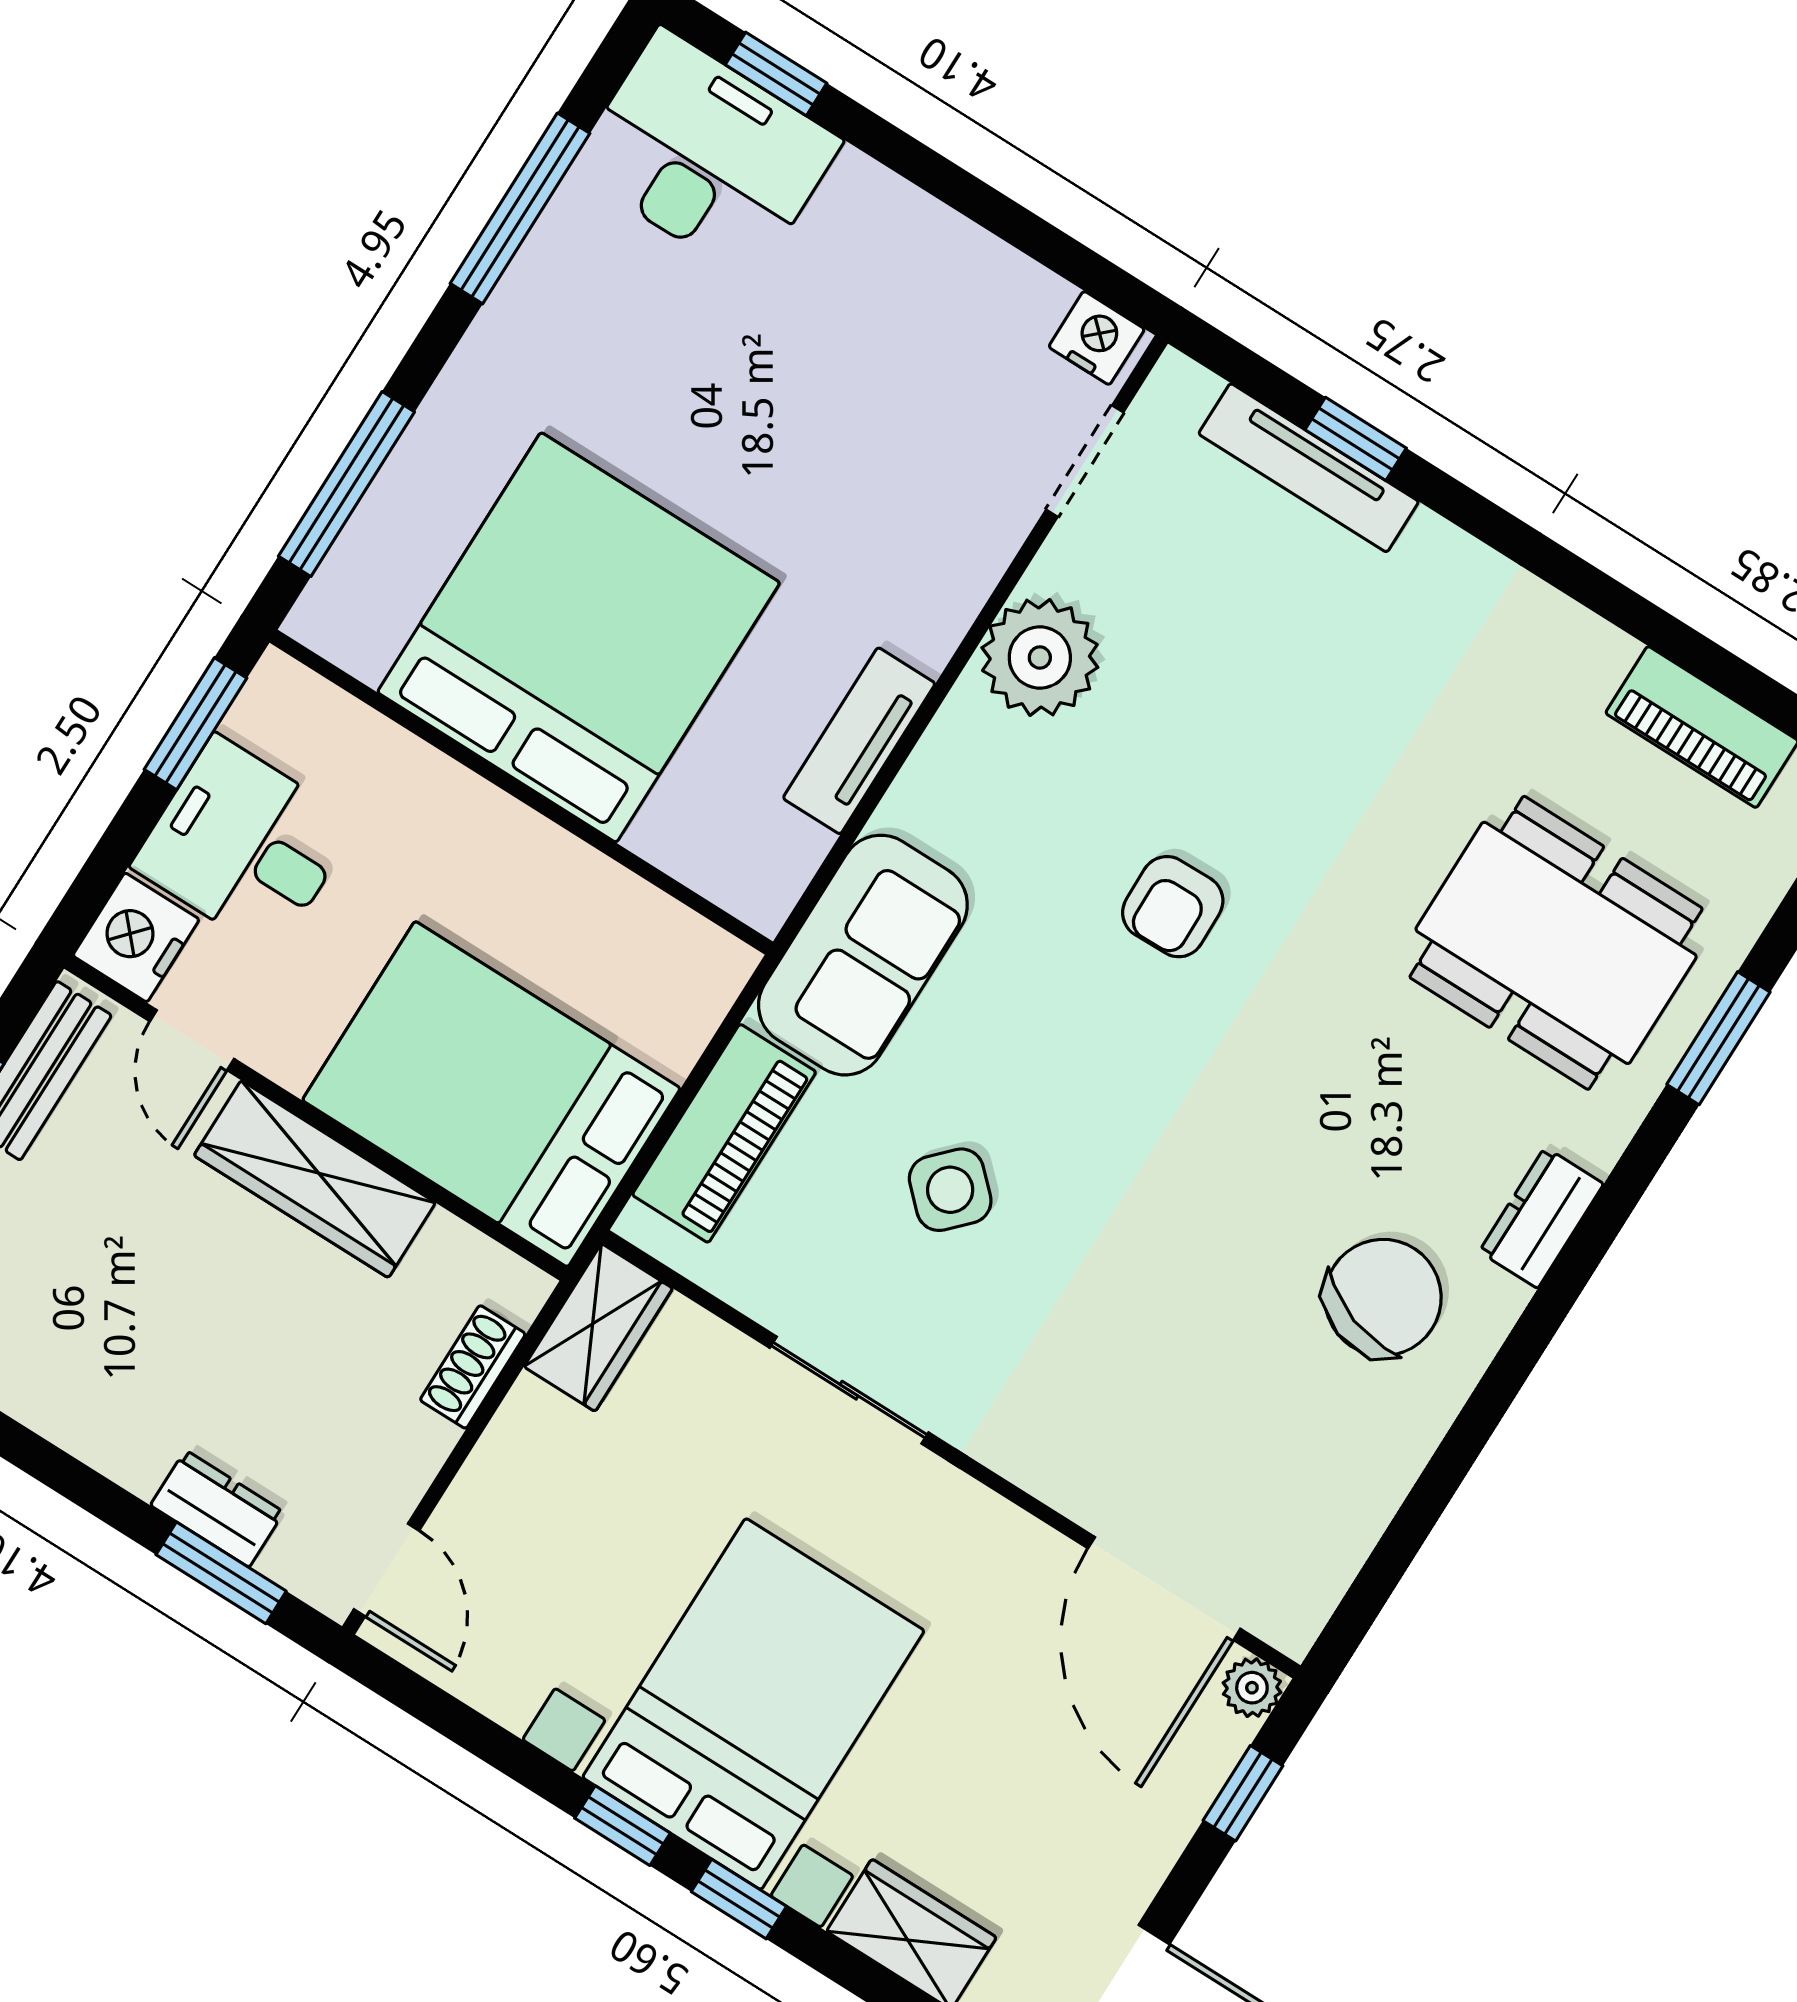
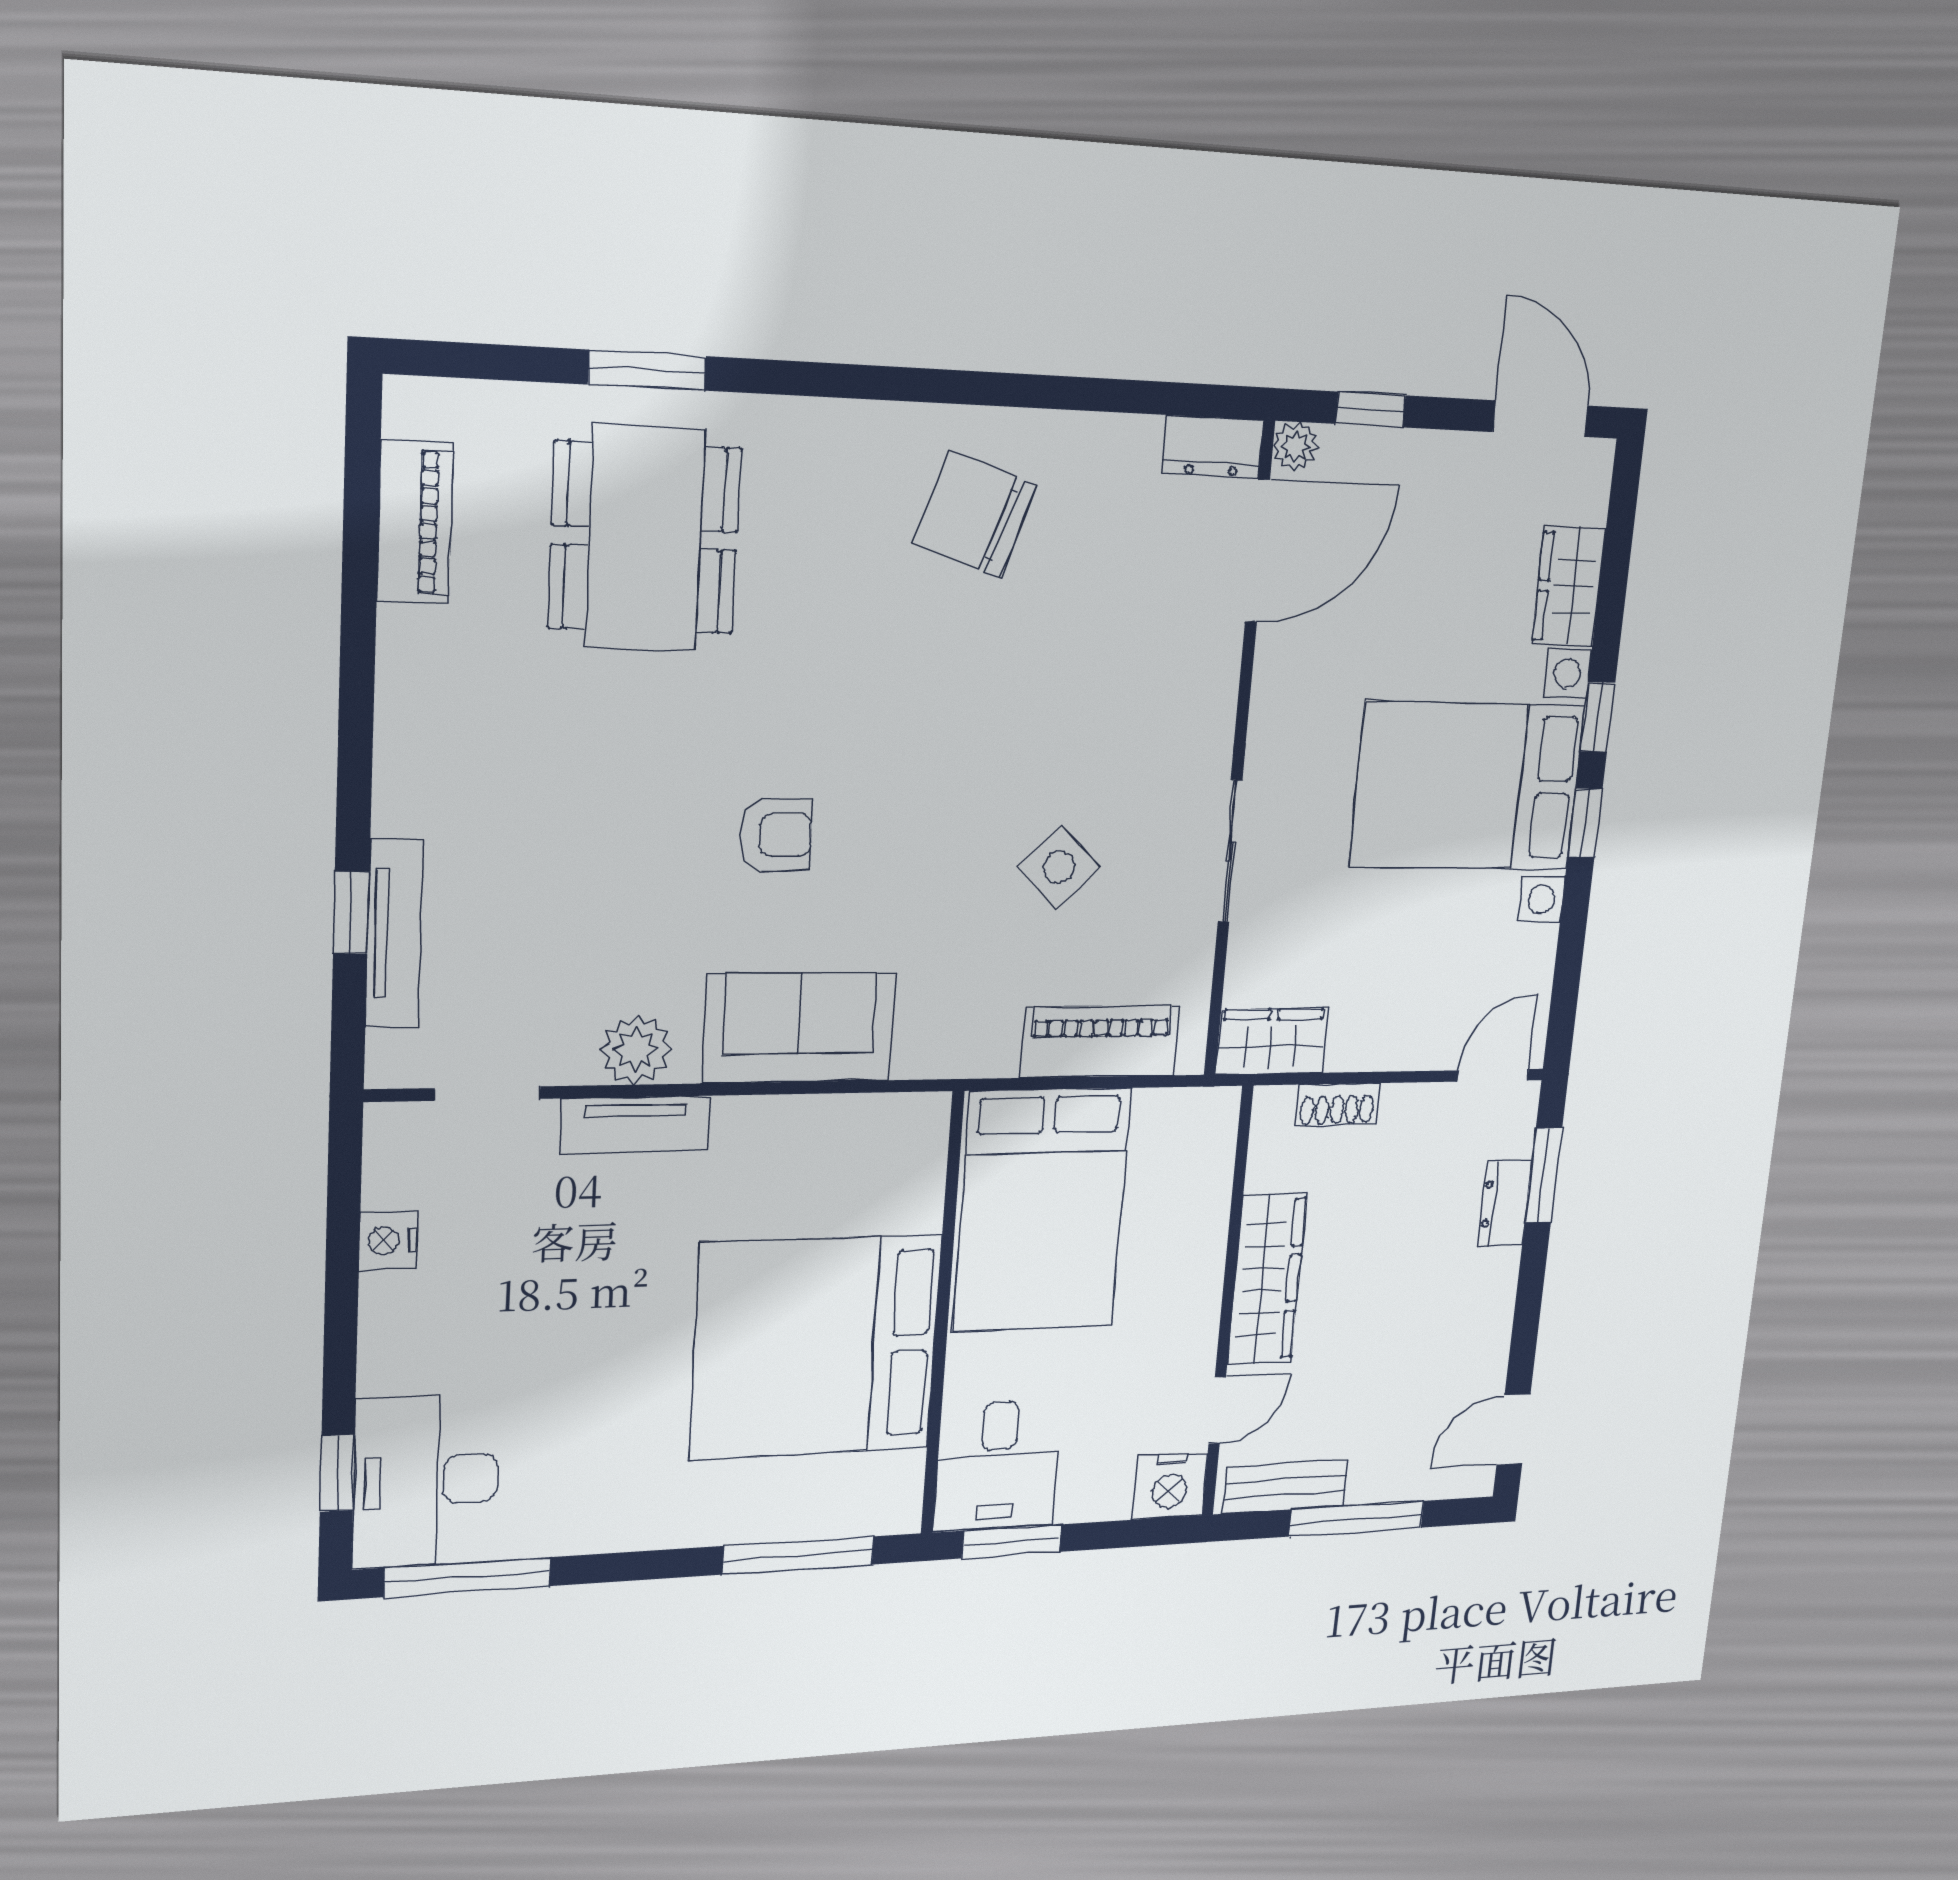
window: (520, 208) -> (468, 1577), moved
nightstand: (1097, 338) -> (388, 1240), moved
plant: (1040, 657) -> (636, 1050), width x0.73, depth x0.73
tv unit: (859, 741) -> (635, 1125), moved
desk: (245, 845) -> (997, 1465), moved
sofa: (863, 955) -> (799, 1028), moved
bed: (491, 1094) -> (1042, 1210), moved
dresser: (1541, 1218) -> (1213, 447), moved

